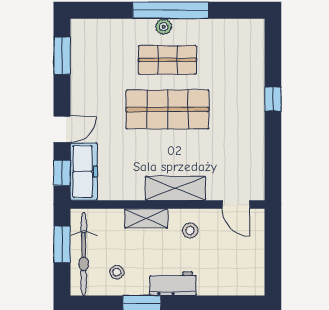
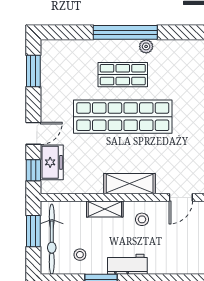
plant: (164, 27) -> (146, 46), moved
shop shelf: (167, 109) -> (123, 117), width x1.40
freezer: (84, 172) -> (52, 162), width x0.71
door: (236, 205) -> (181, 197), hinge flipped

